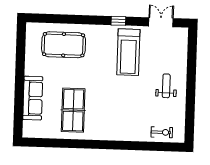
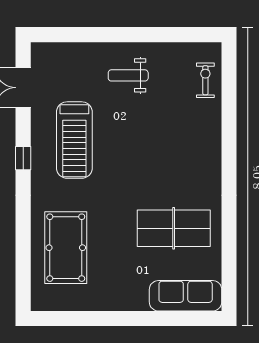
treadmill: (128, 52) -> (74, 140), turned 90
sofa: (33, 98) -> (186, 296), moved

